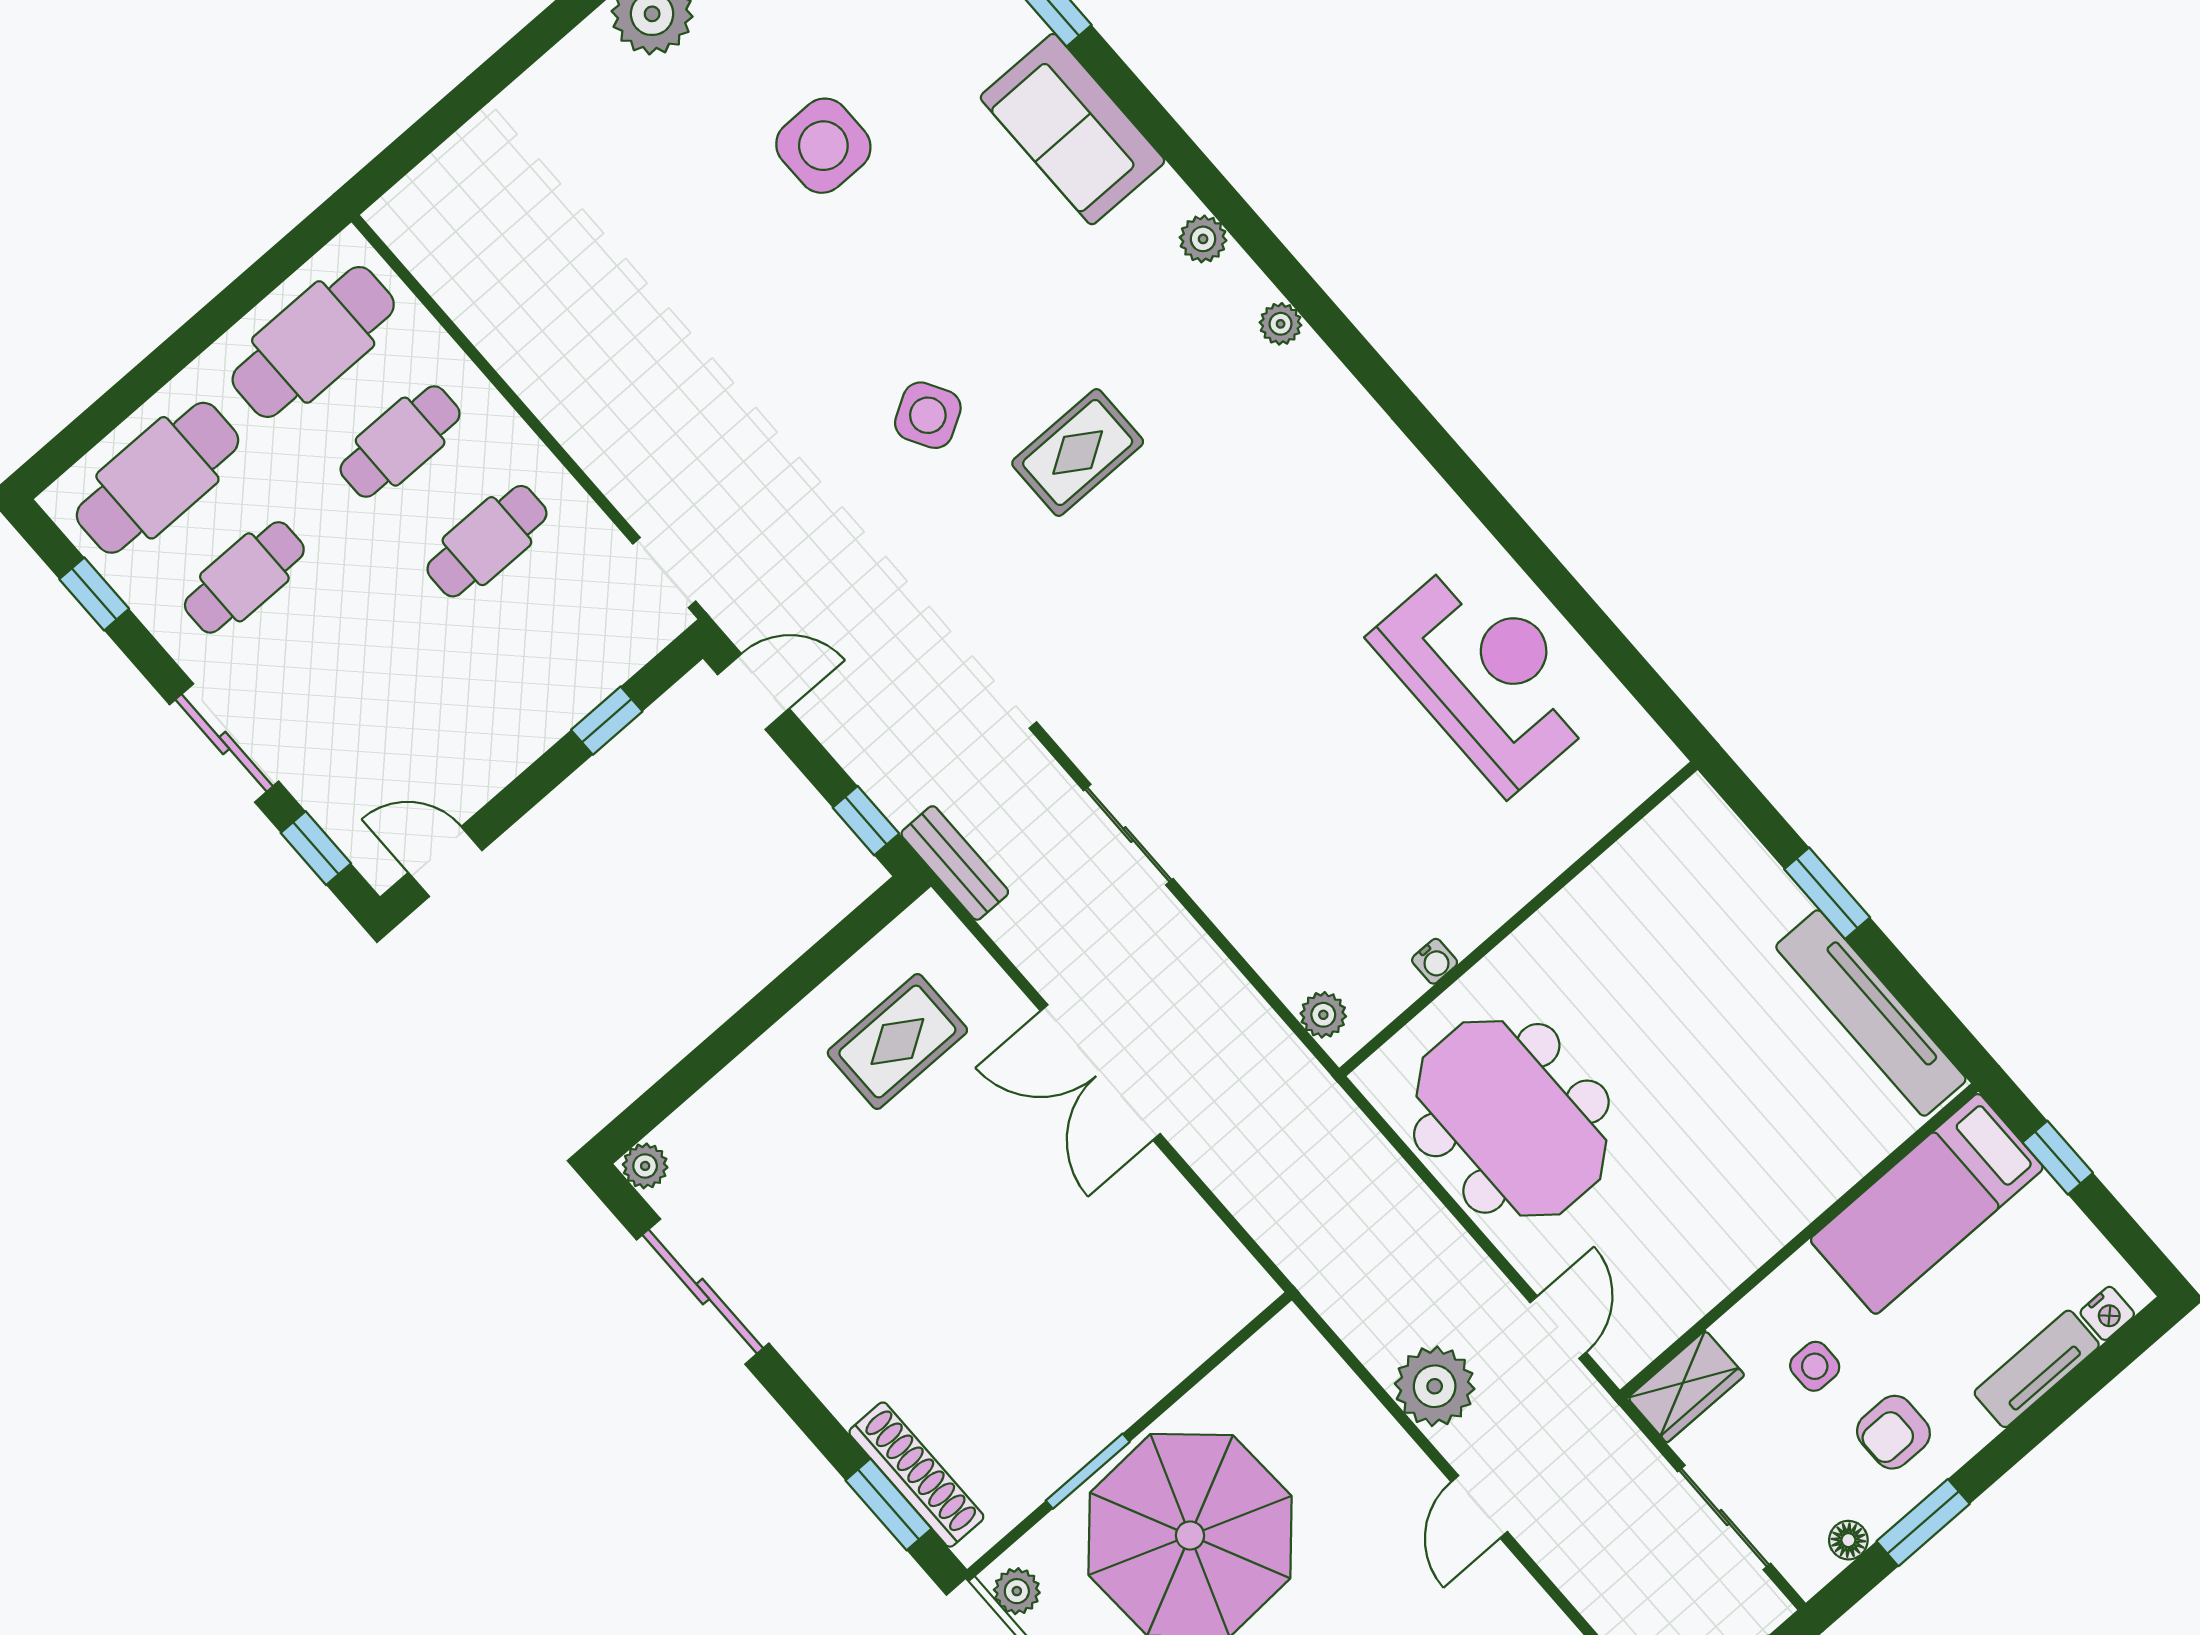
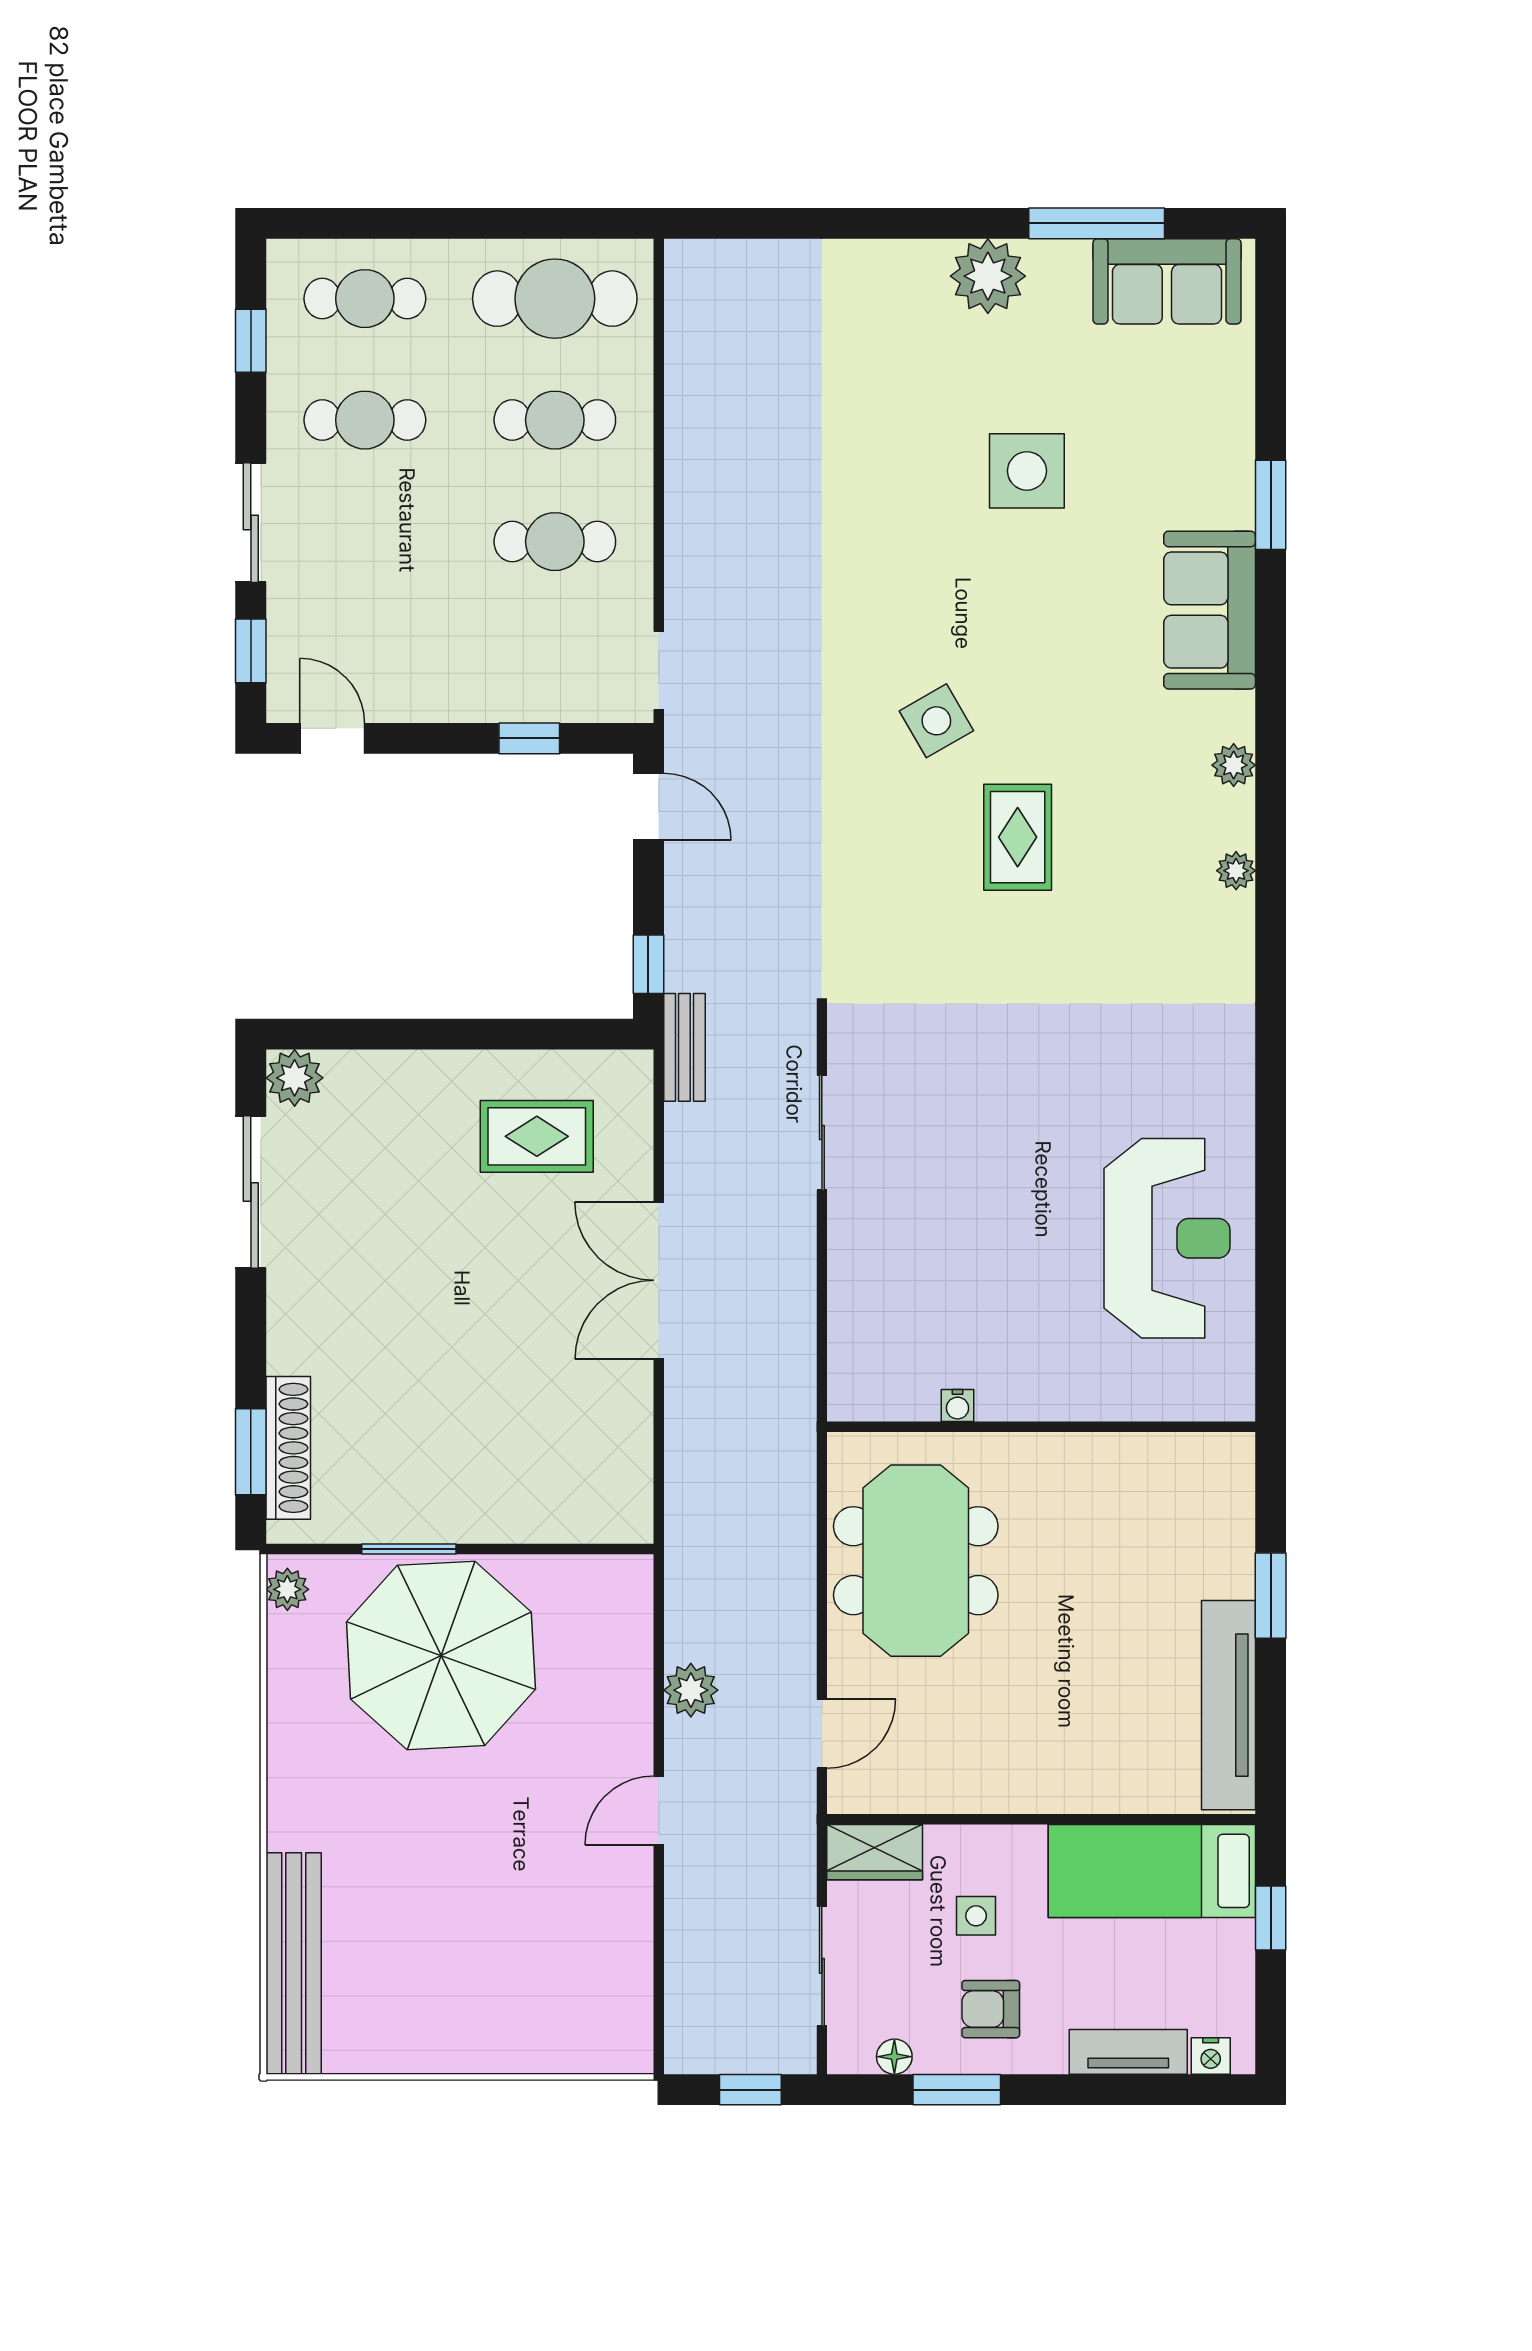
rug: (1078, 452) -> (1018, 837), turned 90
cafe table: (157, 478) -> (365, 299), width x0.73, depth x0.74
plant: (1323, 1015) -> (848, 1375), removed
plant: (645, 1166) -> (295, 1078), width x1.38, depth x1.38
plant: (1435, 1386) -> (691, 1690), width x0.73, depth x0.73

